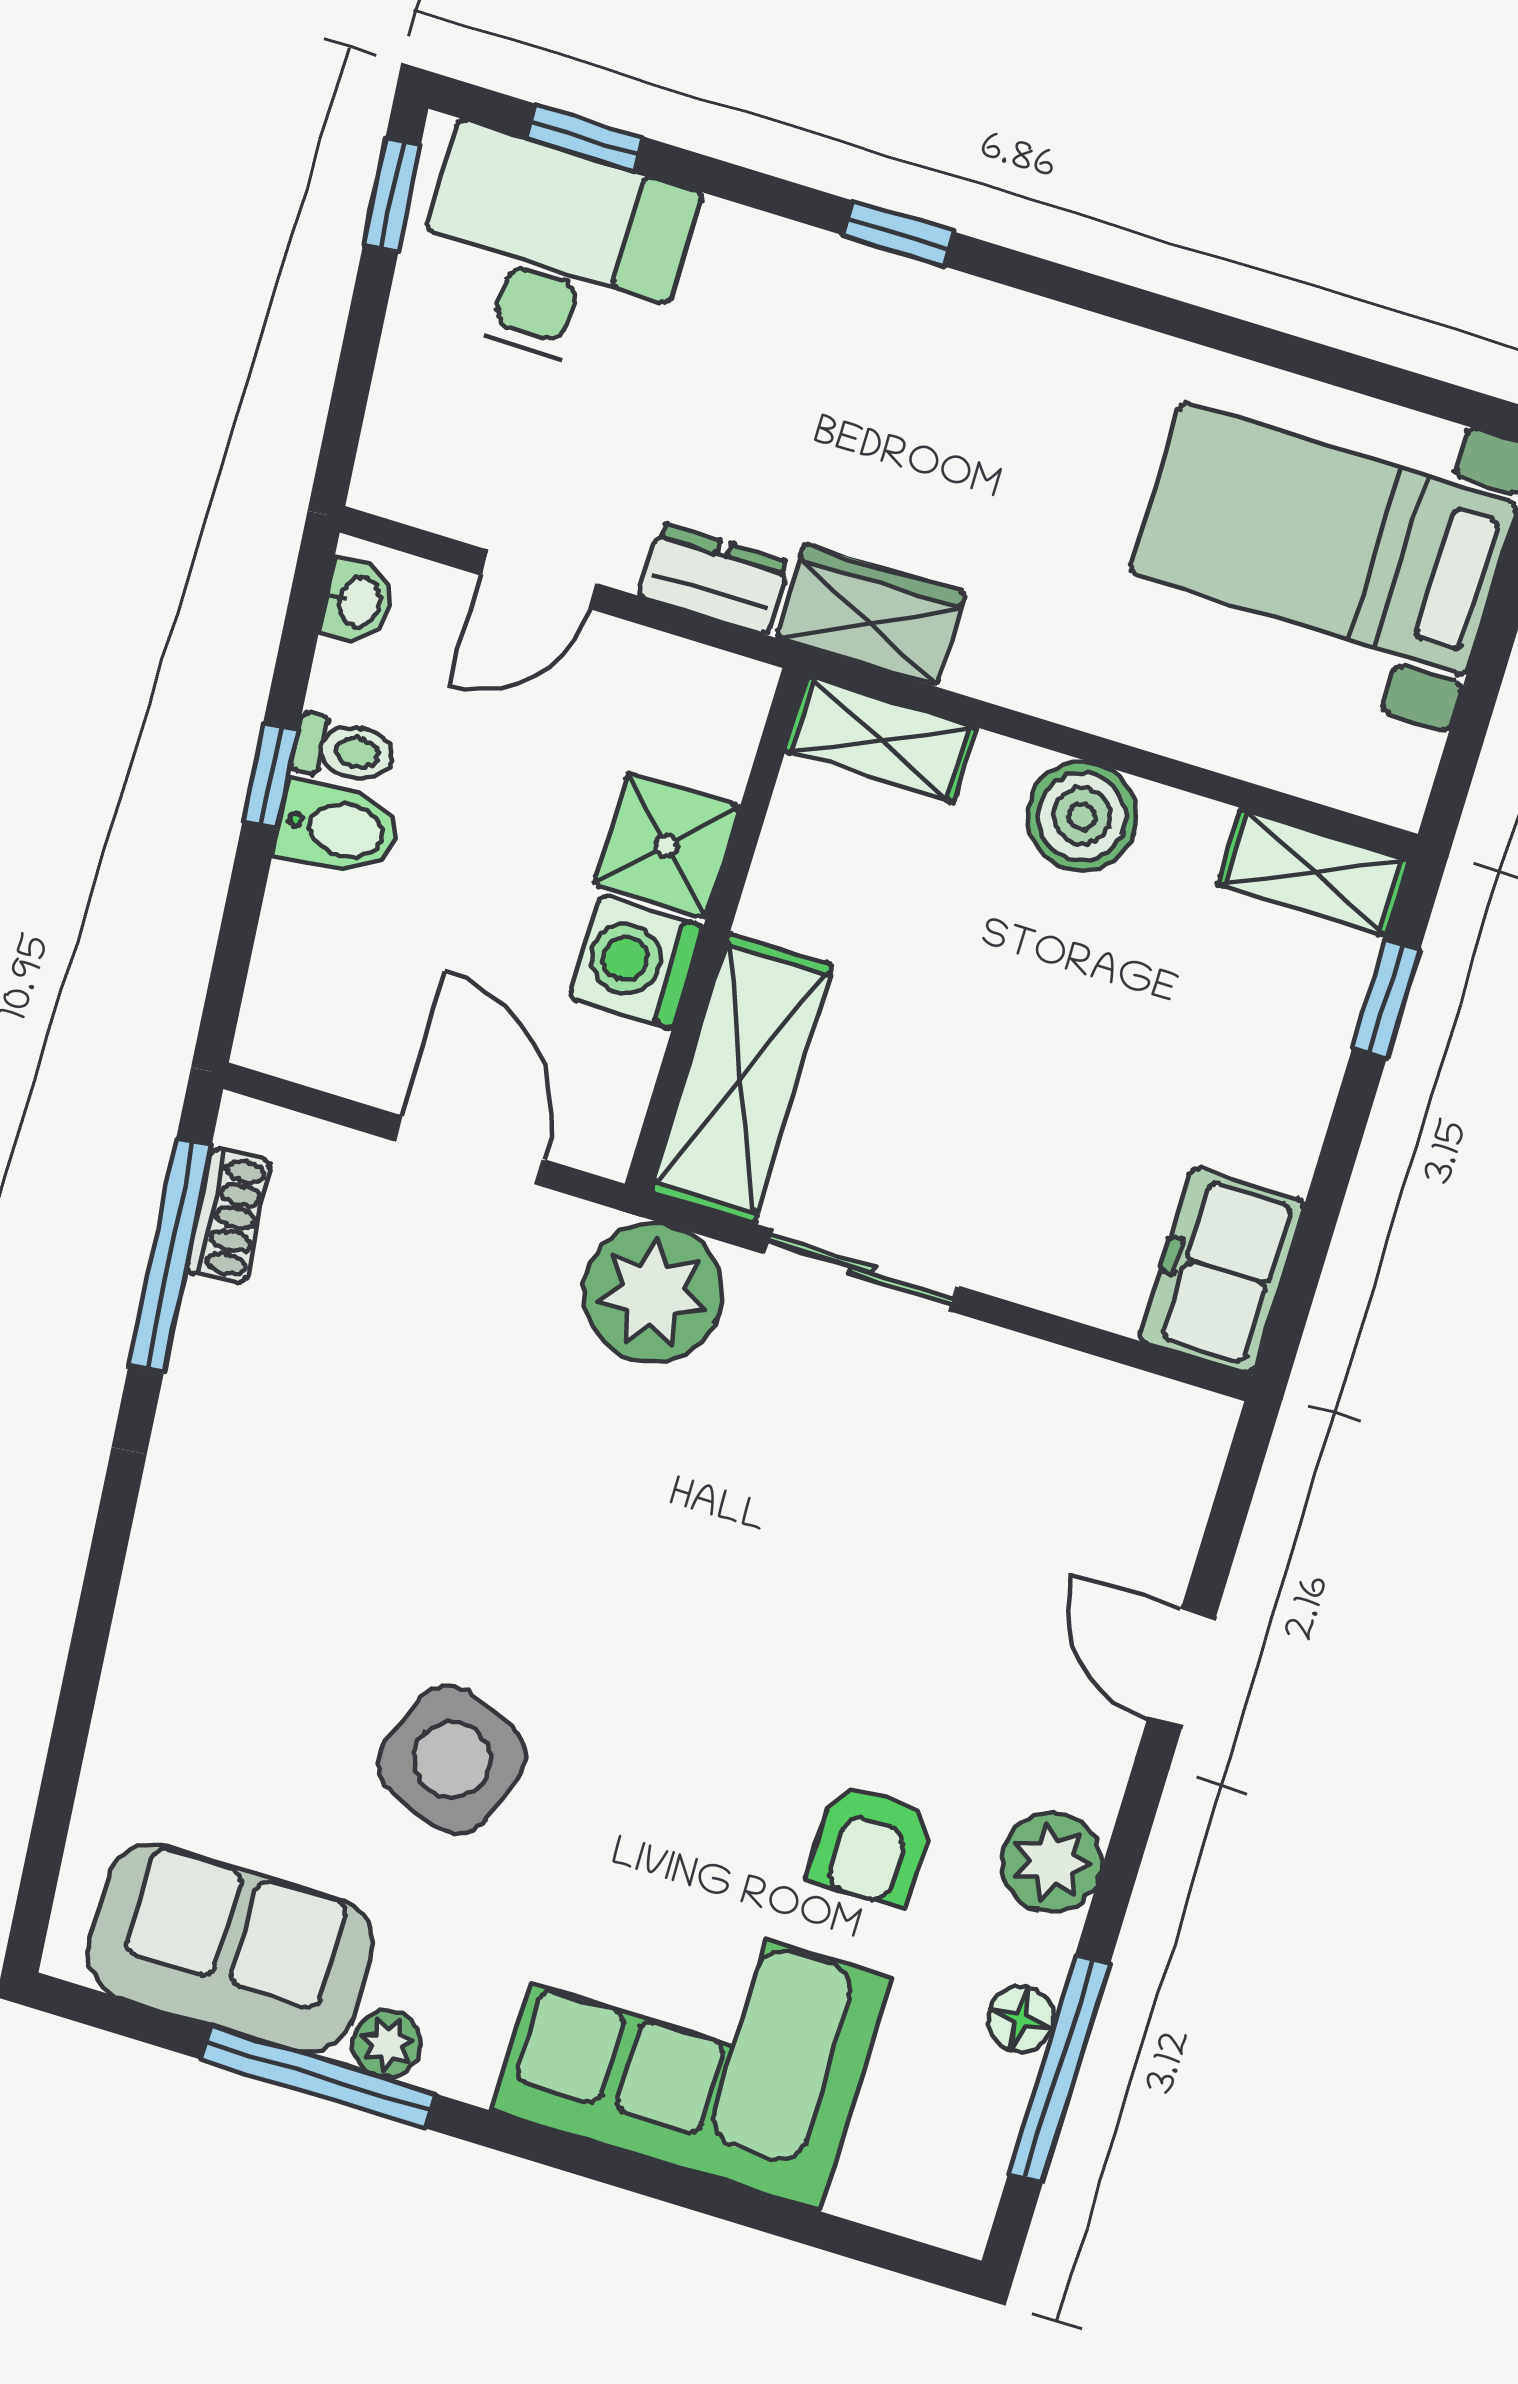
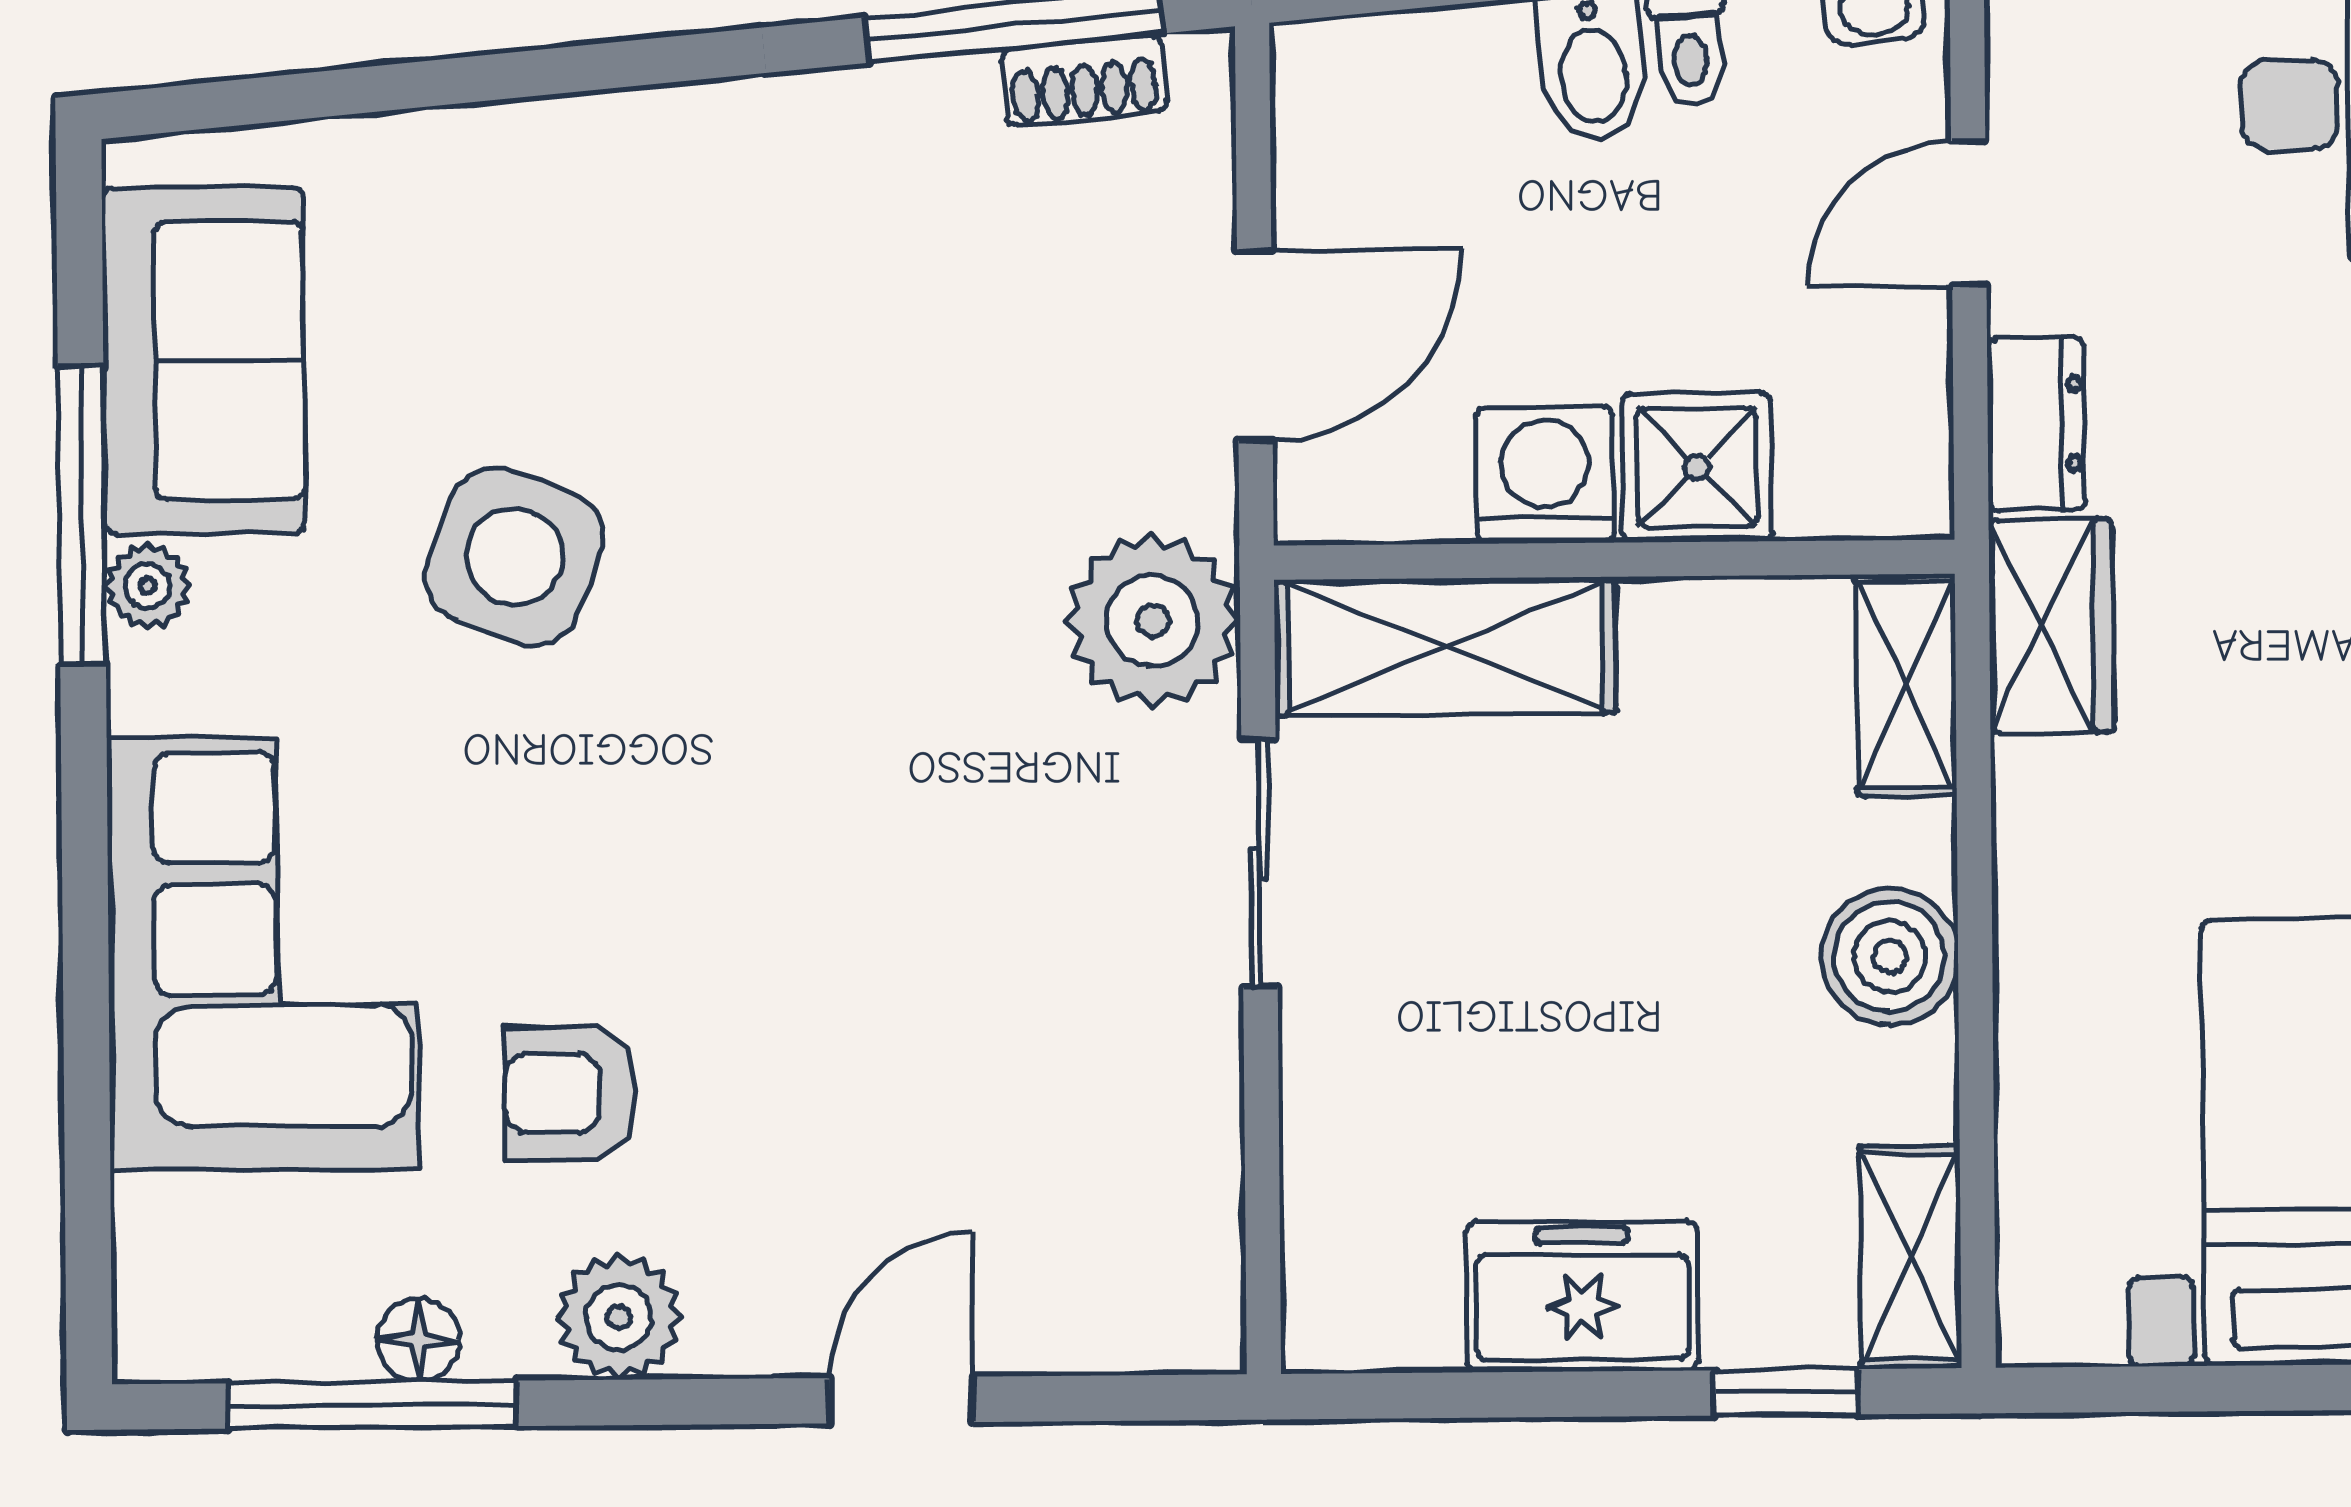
door: (539, 579) -> (1969, 213), hinge flipped
freezer: (1222, 1271) -> (1582, 1296), moved

